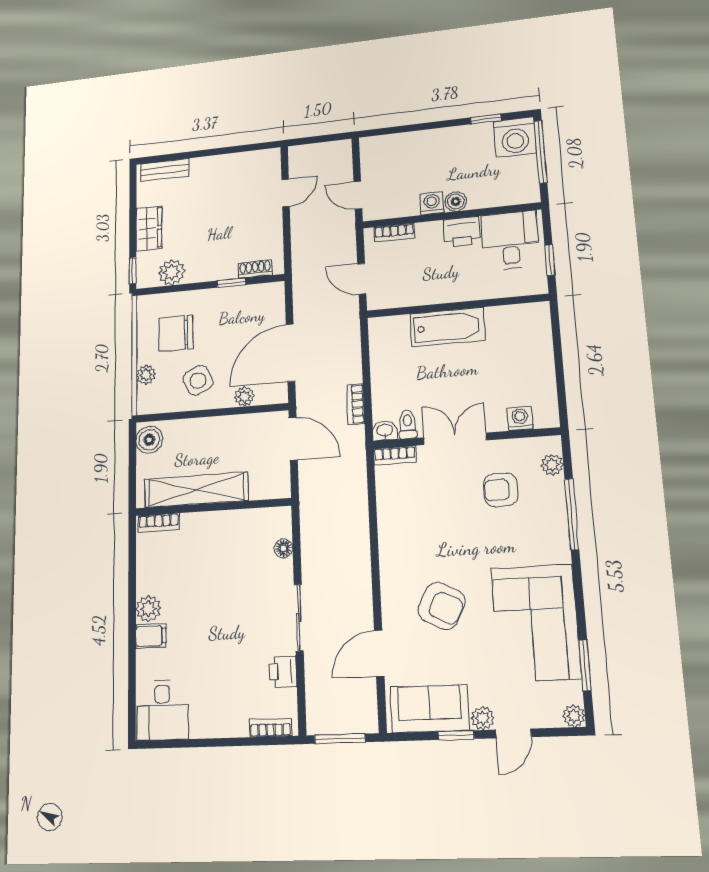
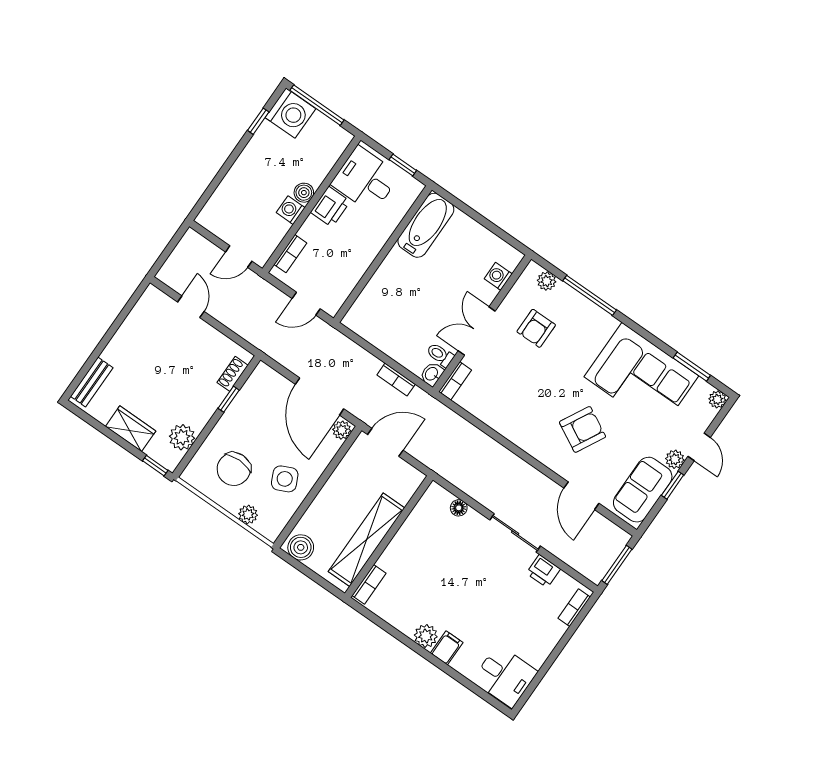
bathtub: (447, 327) -> (426, 225), moved
plant: (244, 396) -> (342, 430), moved

